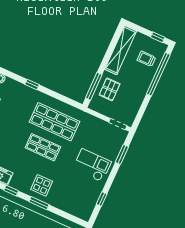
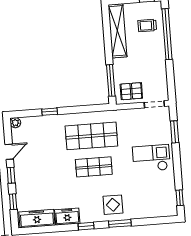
pallet: (110, 89) -> (131, 91), moved, turned 90
window: (102, 199) -> (180, 198), moved

